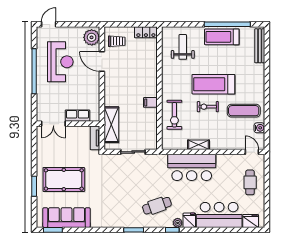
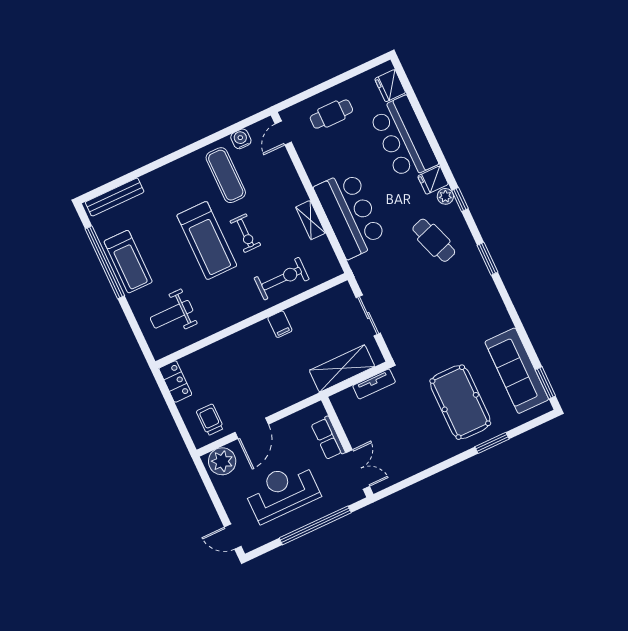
row of seats: (78, 116) -> (328, 438), moved
double door: (53, 124) -> (358, 469), moved
wall: (68, 124) -> (347, 447), moved

